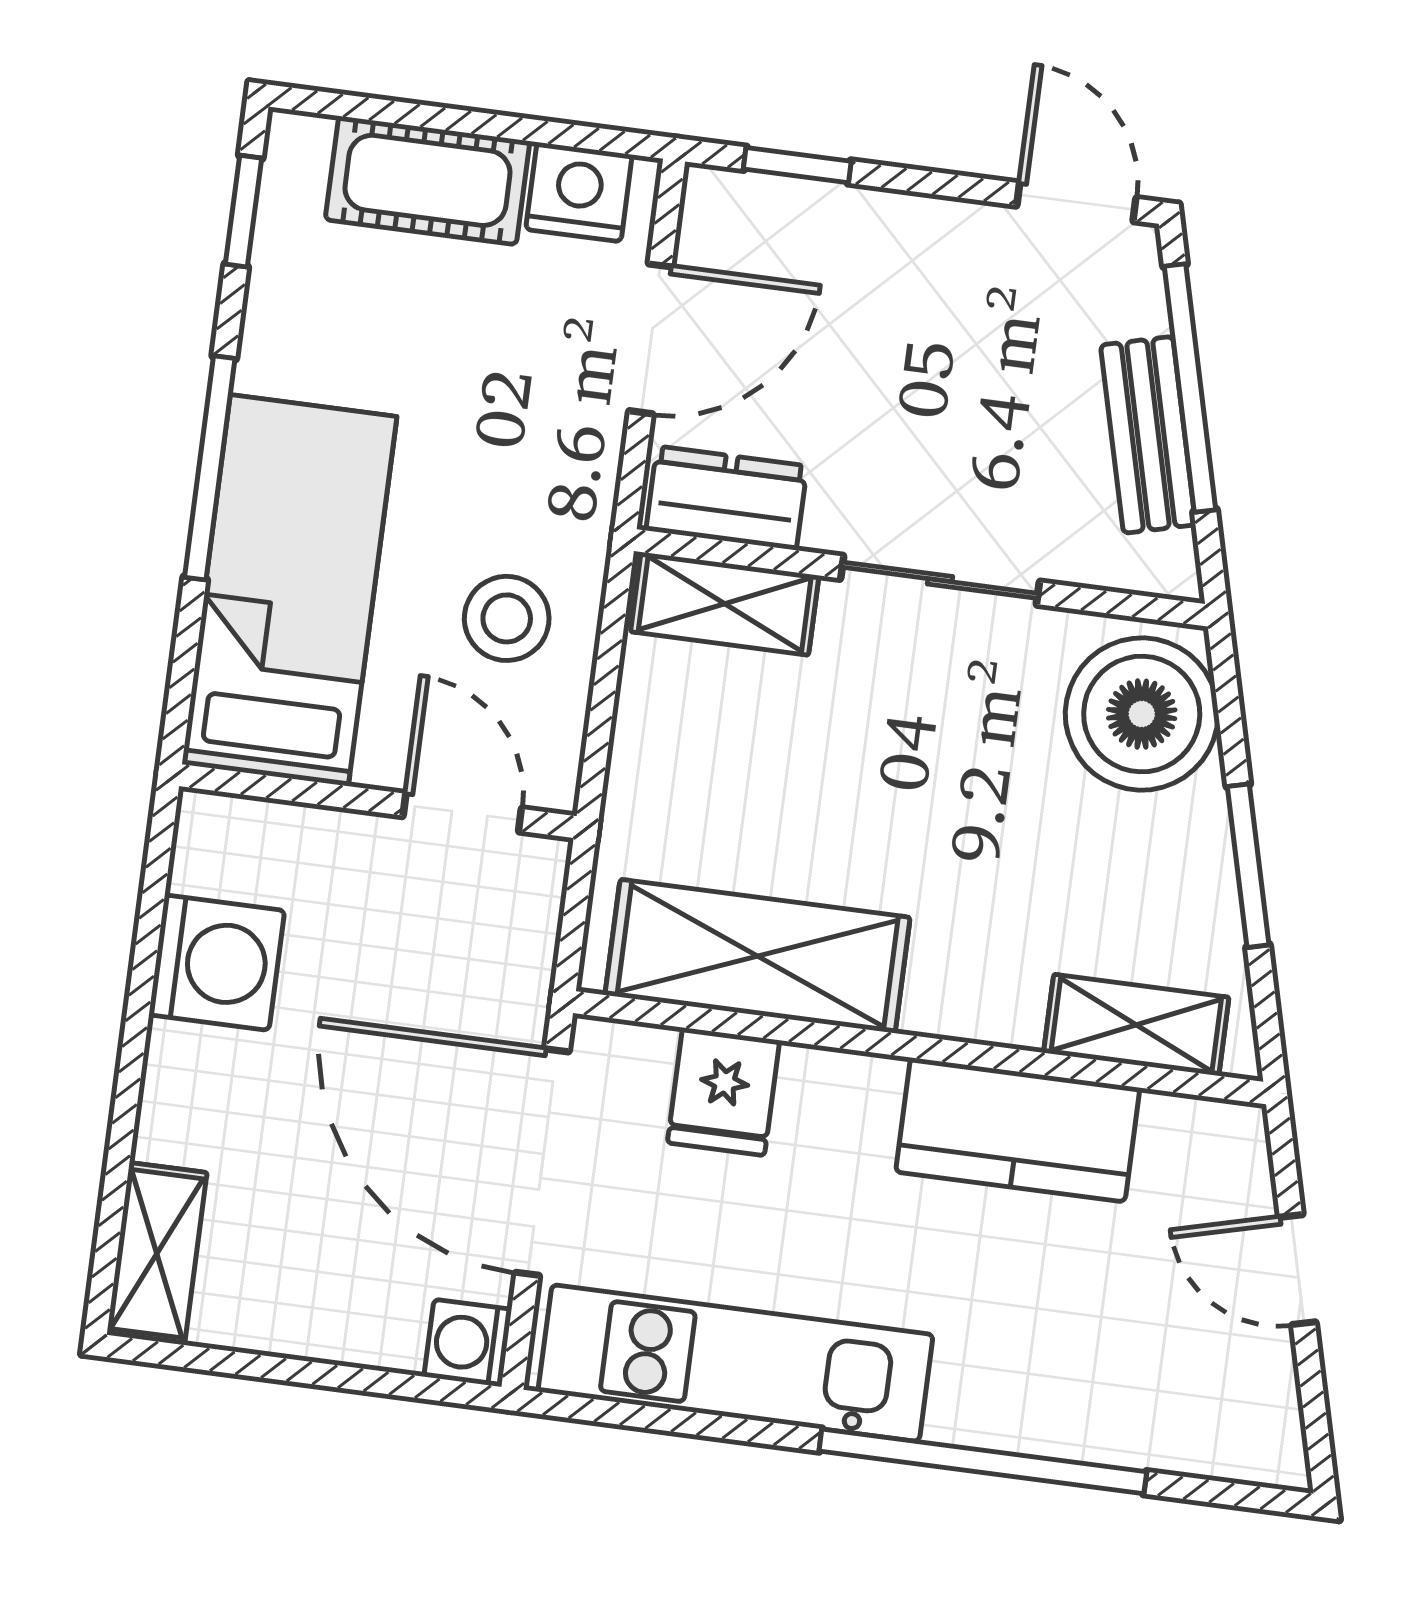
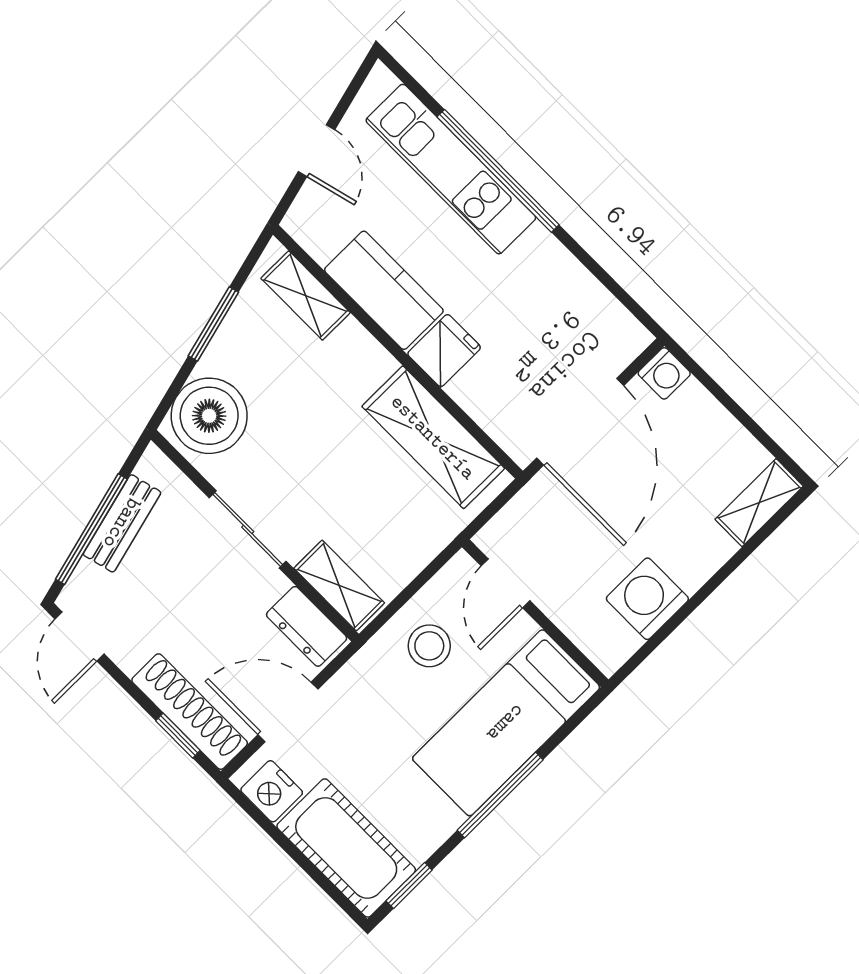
cot: (428, 180) -> (346, 848), width x1.37, depth x1.34
shoe rack: (808, 218) -> (190, 712), added
fridge: (723, 1092) -> (444, 351), moved
kitchen unit: (736, 1363) -> (451, 169), moved

